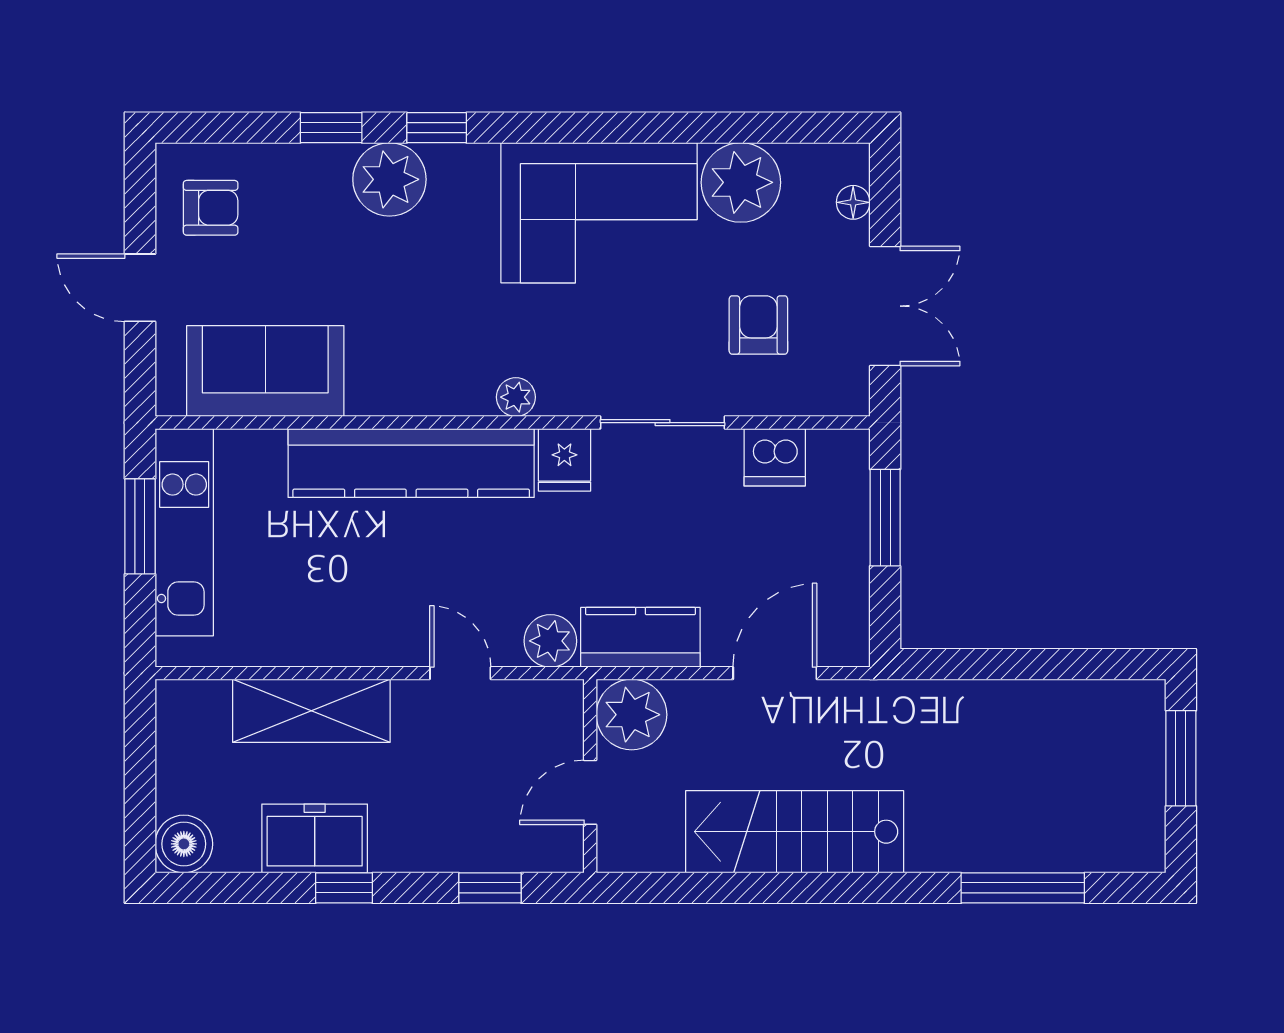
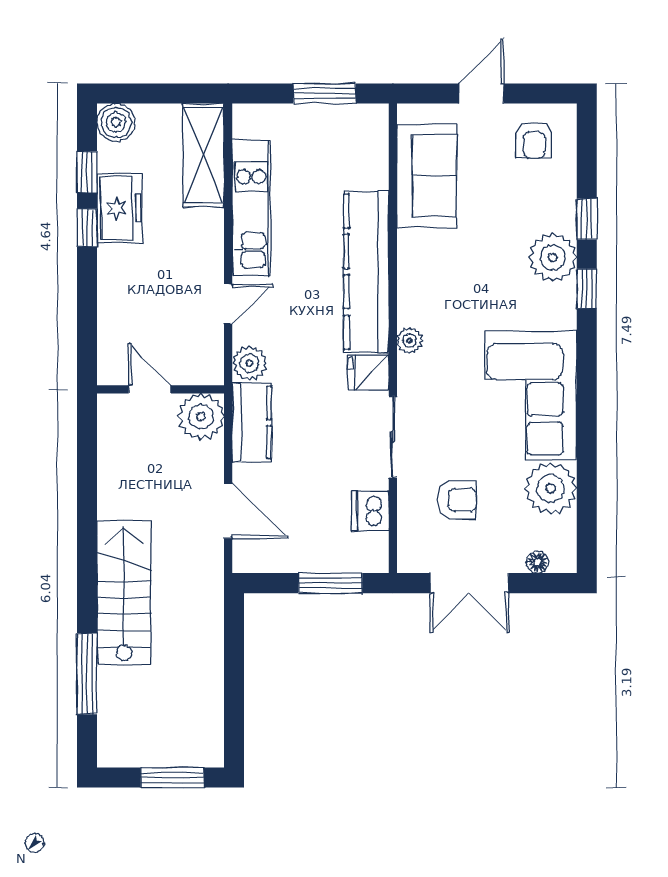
kitchen unit: (184, 532) -> (251, 208), moved, turned -90
shelving: (311, 711) -> (203, 155), moved
stairs: (795, 832) -> (124, 593), moved
window: (490, 888) -> (87, 172), moved

